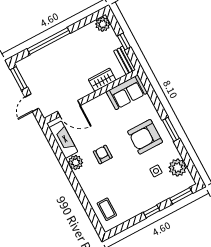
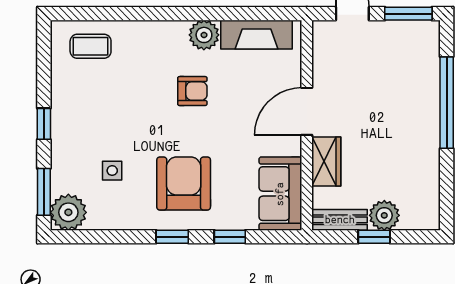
plant: (103, 24) -> (384, 215), moved
window: (157, 104) -> (230, 237), added
door: (69, 108) -> (307, 111), moved
window: (171, 129) -> (172, 237), width x0.67
plant: (178, 168) -> (68, 212), moved

